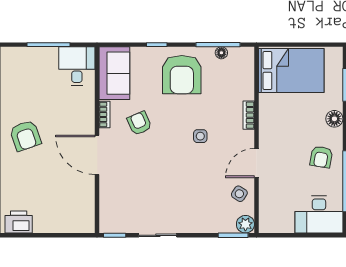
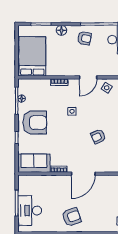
desk: (77, 66) -> (30, 211), moved, width x1.37
armchair: (139, 123) -> (98, 136), moved
door: (256, 163) -> (88, 77), hinge flipped

